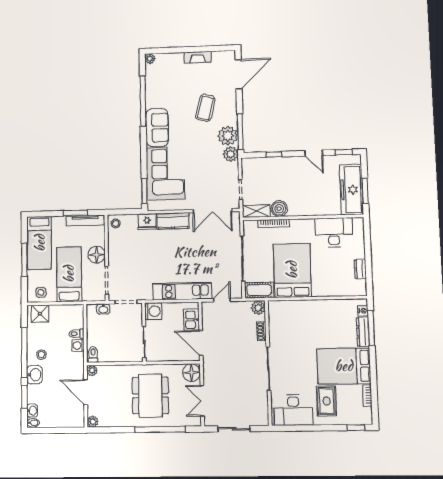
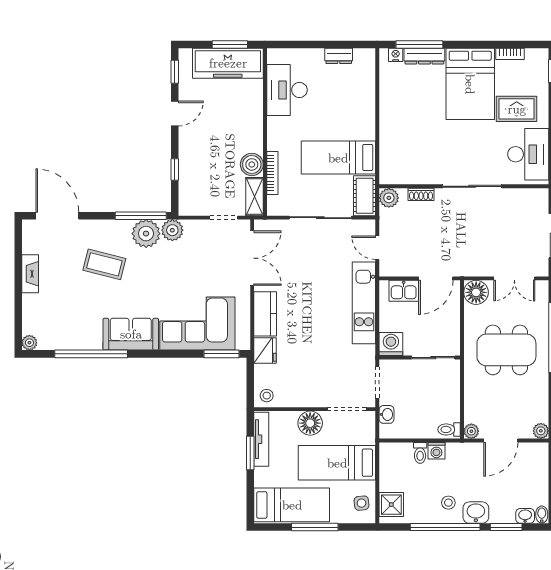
bed: (292, 270) -> (338, 158), width x0.67

